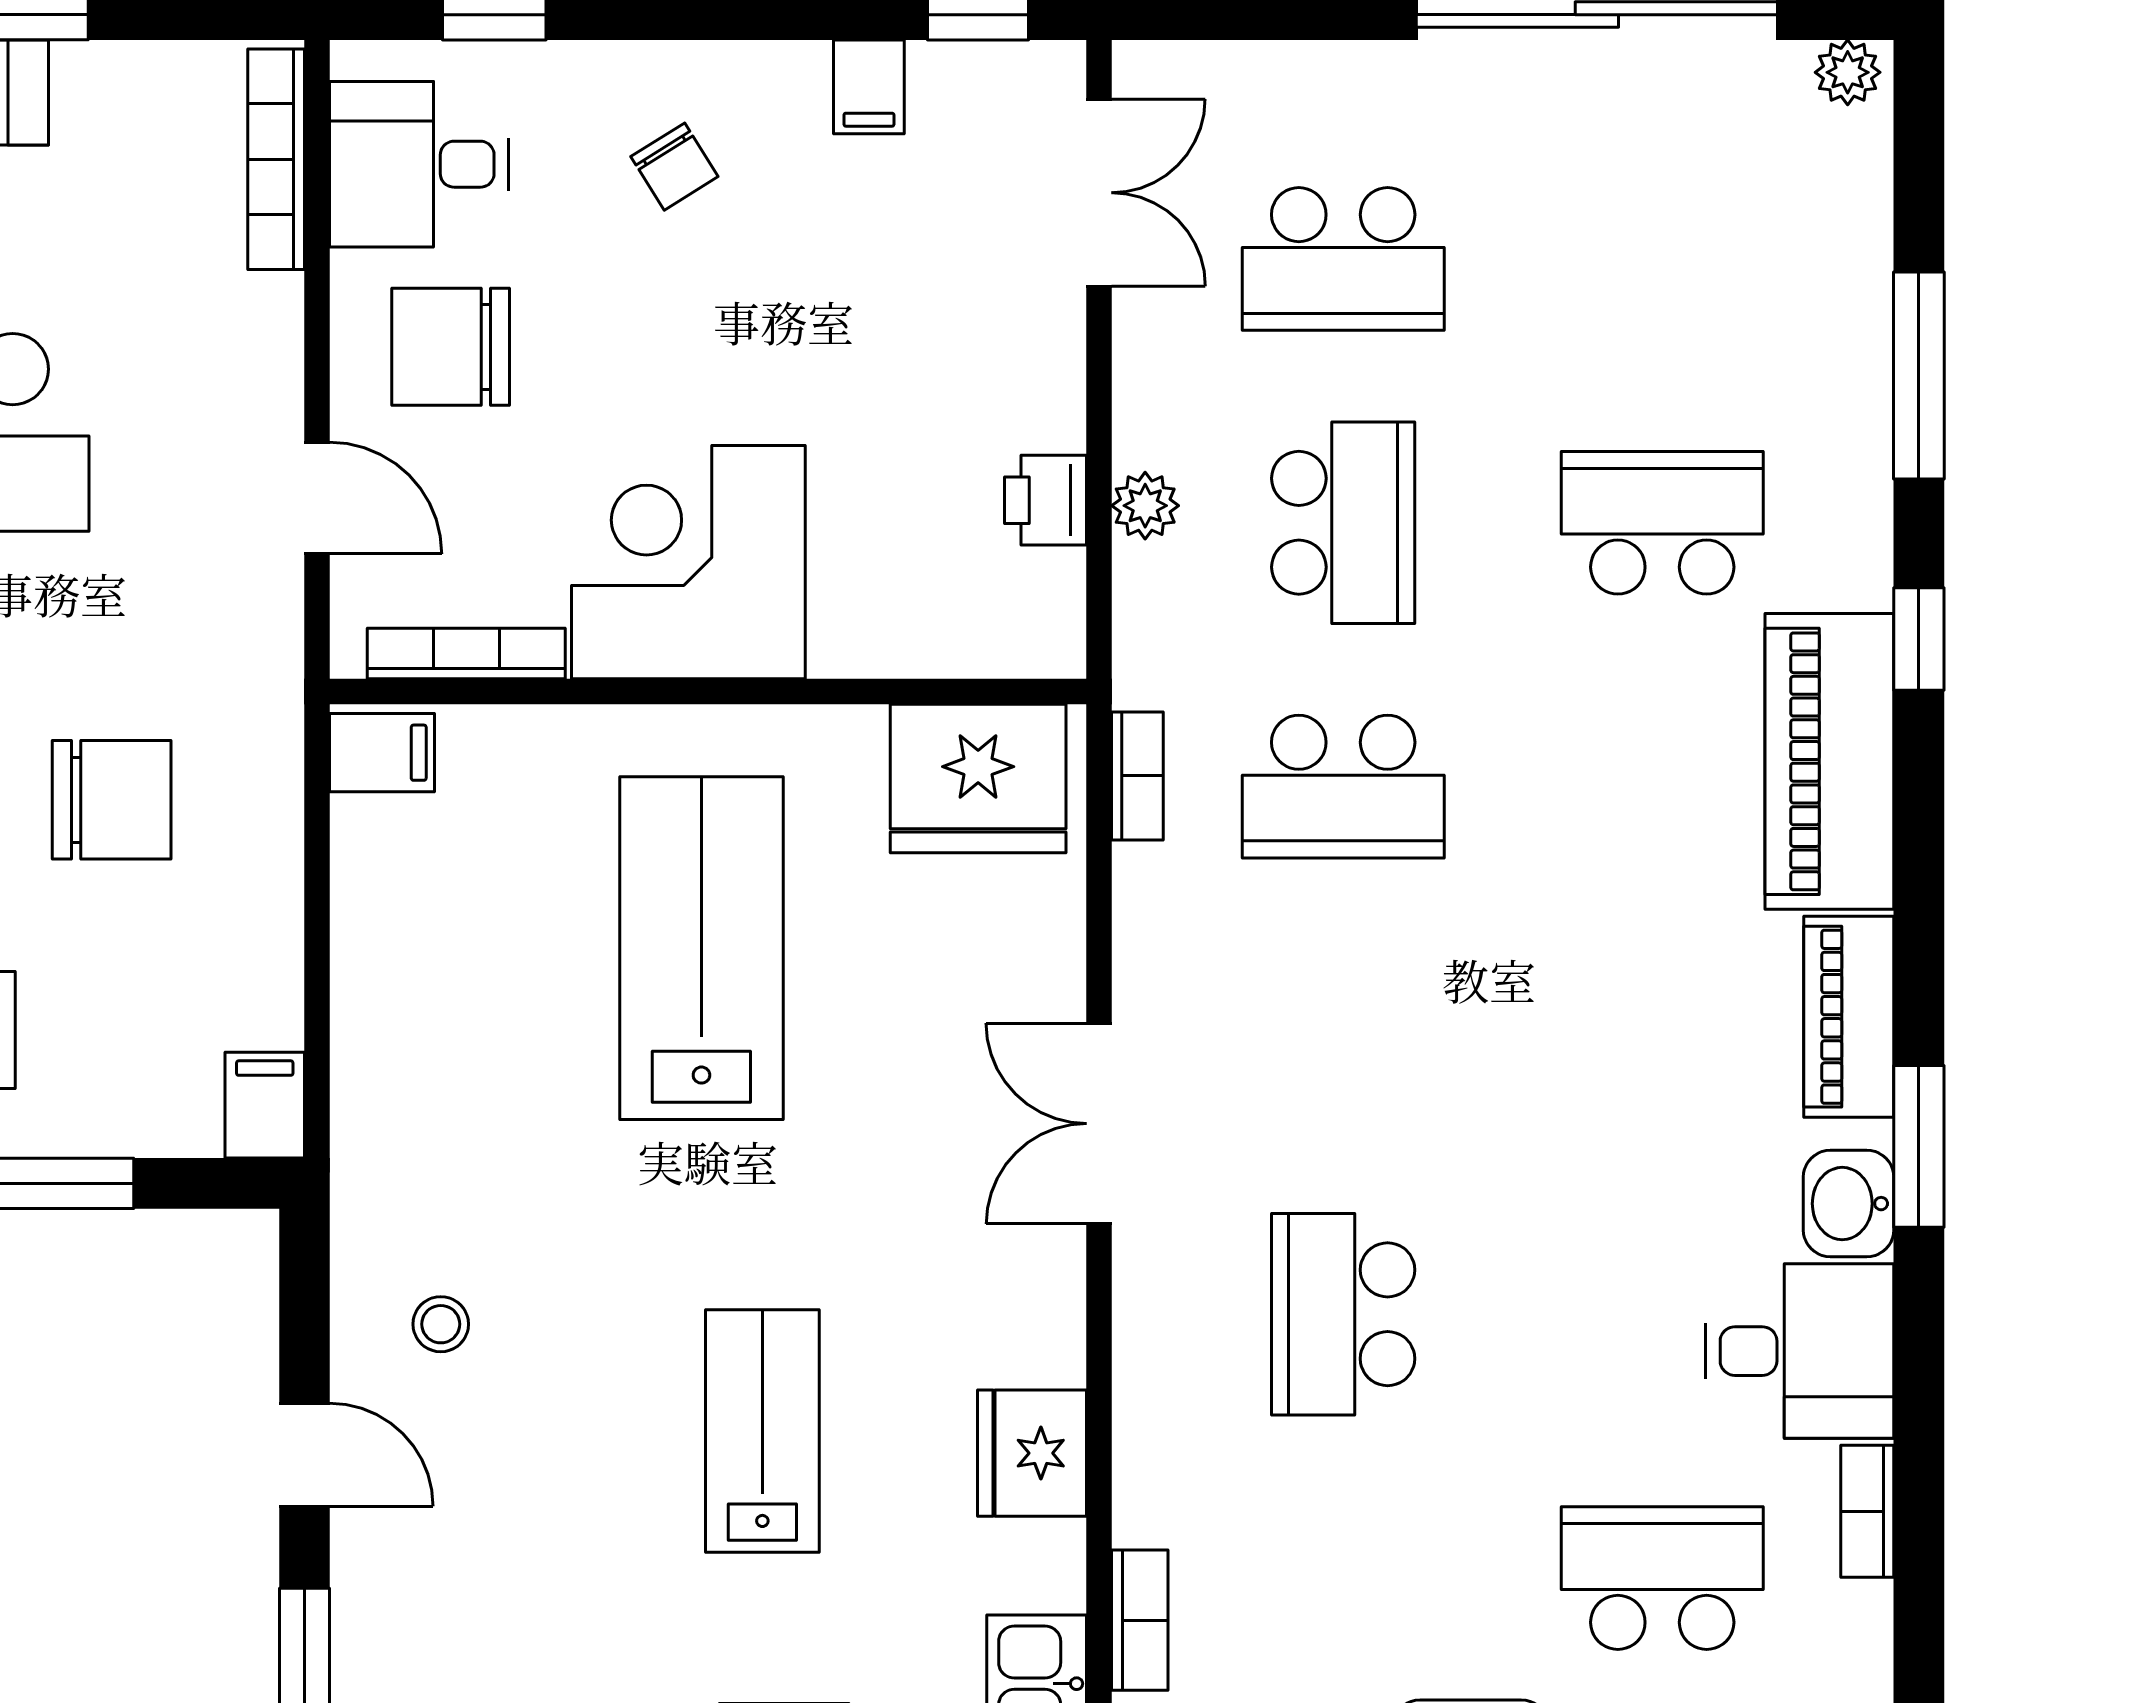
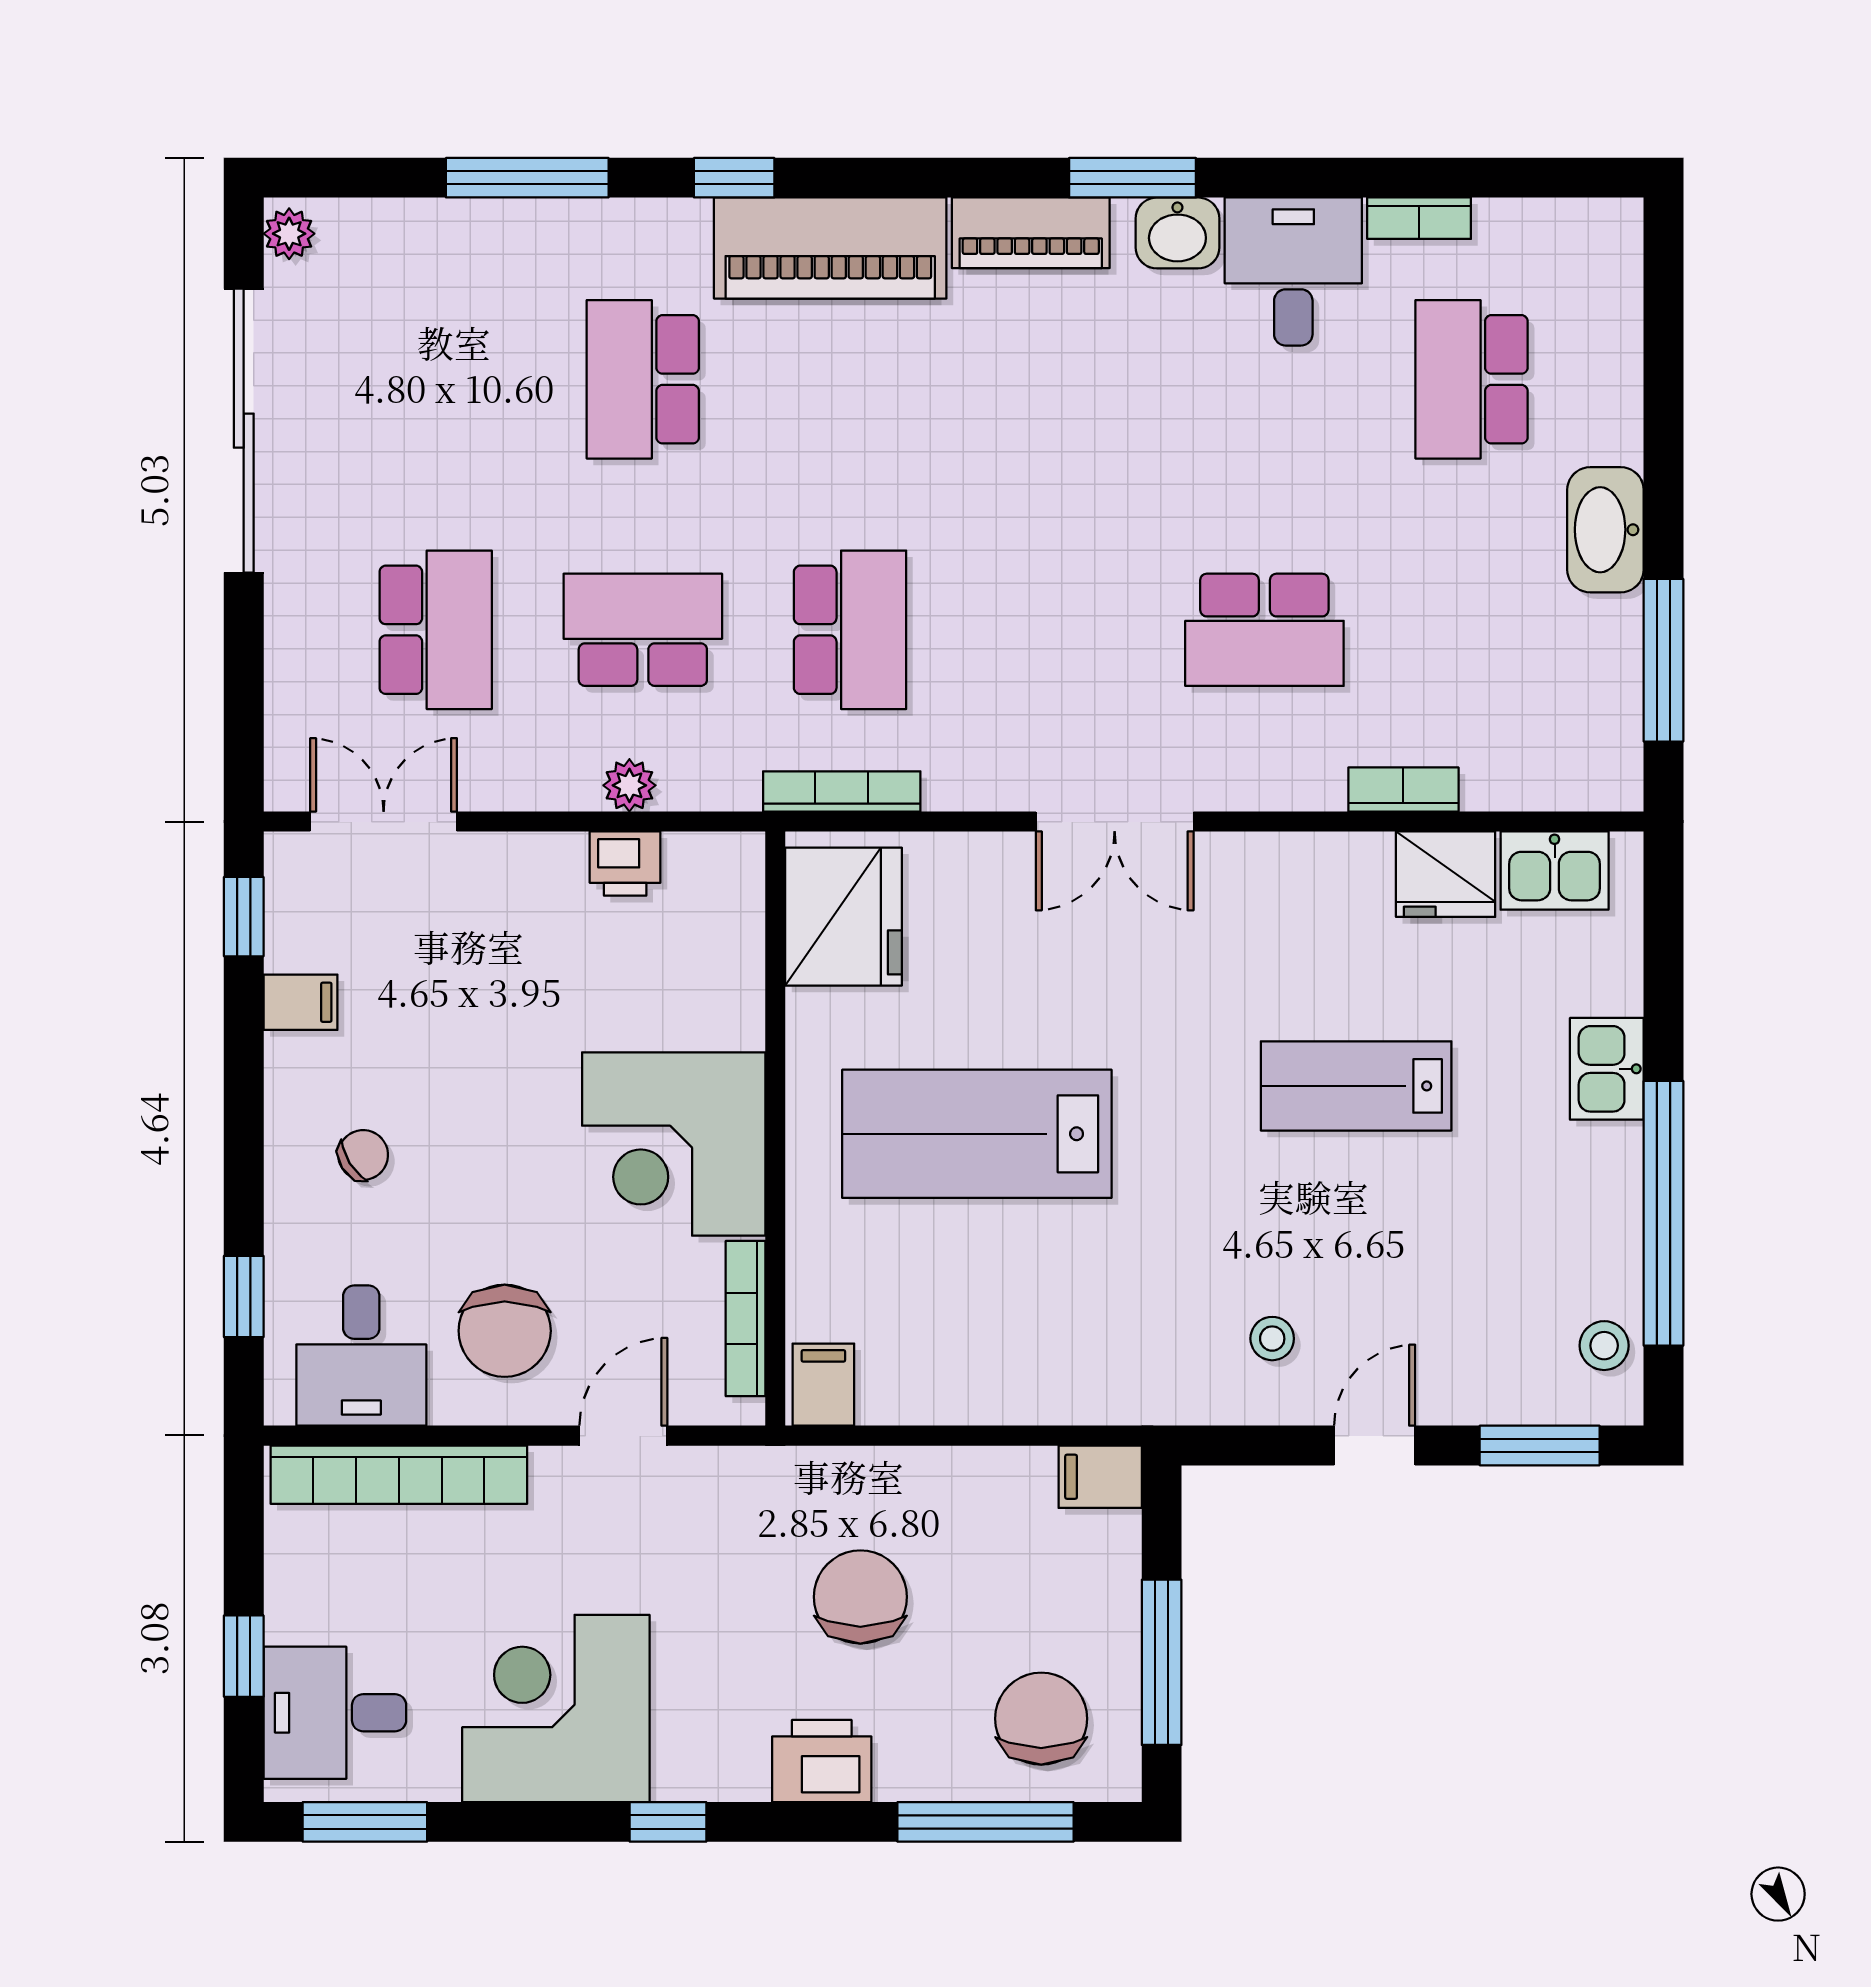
bookcase: (276, 159) -> (399, 1475), width x1.48, depth x1.31
bookcase: (1137, 776) -> (842, 791), width x1.56
fridge: (1032, 1453) -> (1446, 874), moved
bookcase: (1140, 1620) -> (1403, 790), moved

